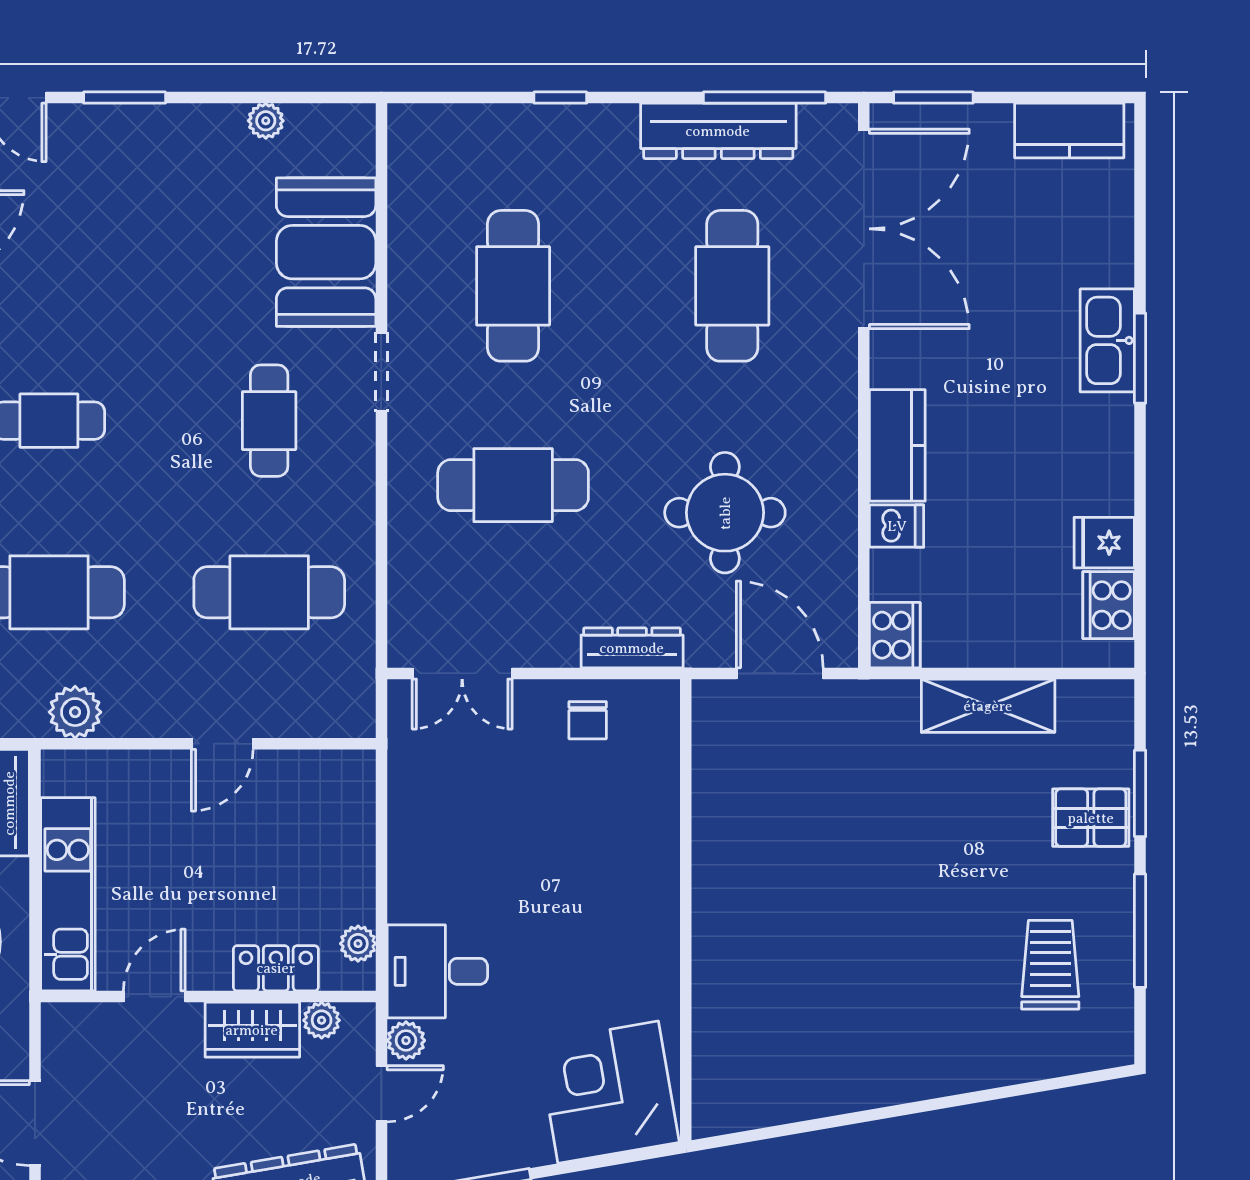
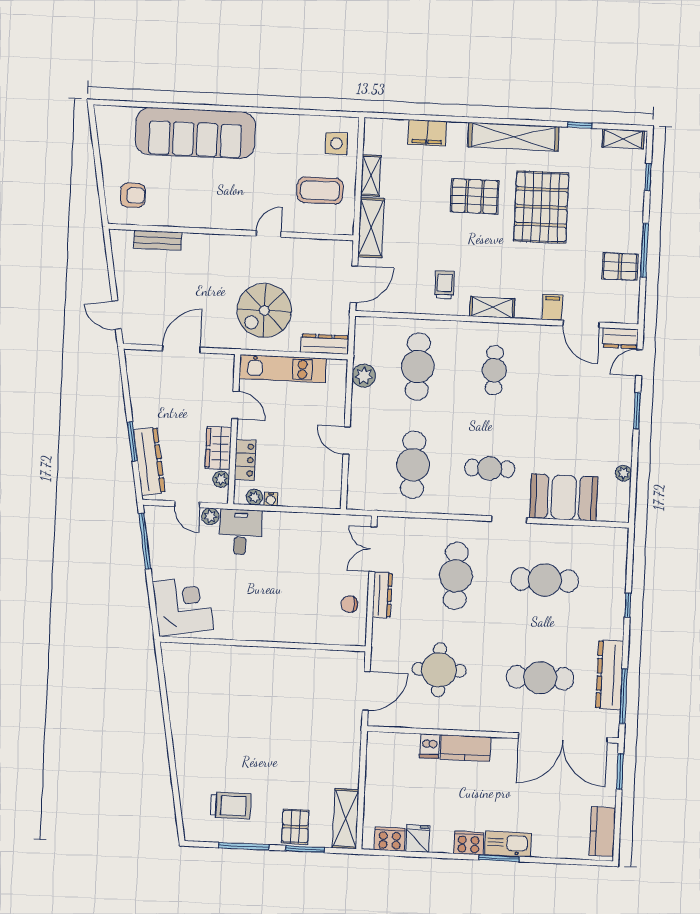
cooker: (895, 635) -> (469, 843), moved, turned 180
dresser: (632, 648) -> (382, 595), moved
shelving: (988, 706) -> (346, 819), moved
water cooler: (361, 907) -> (271, 499), added

